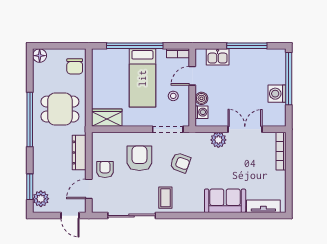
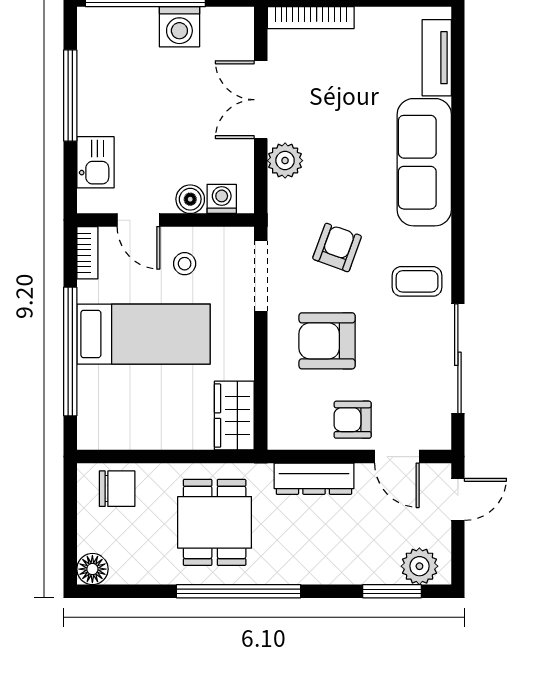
sofa: (225, 201) -> (424, 162), width x1.36

